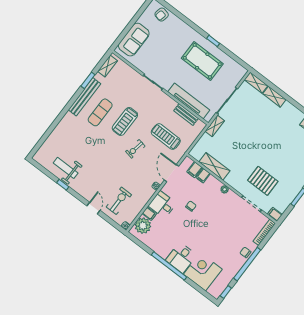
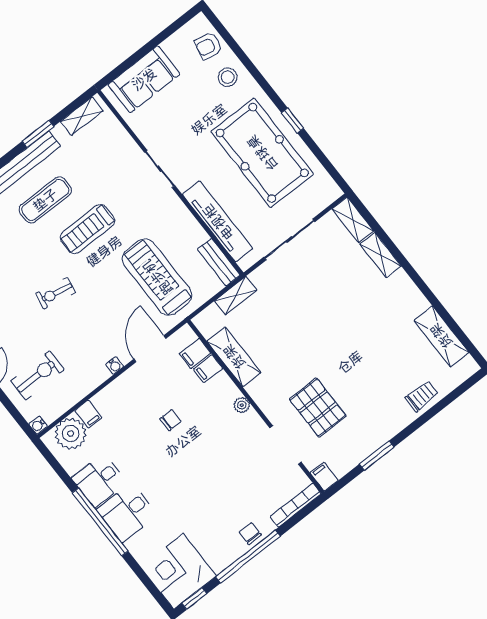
stool: (175, 28) -> (228, 77), added
pool table: (202, 61) -> (262, 153), width x1.36, depth x1.32
bench: (186, 114) -> (219, 262), moved
shelving: (215, 126) -> (236, 296), moved
treadmill: (166, 137) -> (157, 277), width x1.37, depth x1.38
exercise bike: (135, 149) -> (55, 293), moved
desk: (162, 205) -> (99, 480), moved, turned -90
corner desk: (203, 272) -> (178, 571), moved, turned -90

